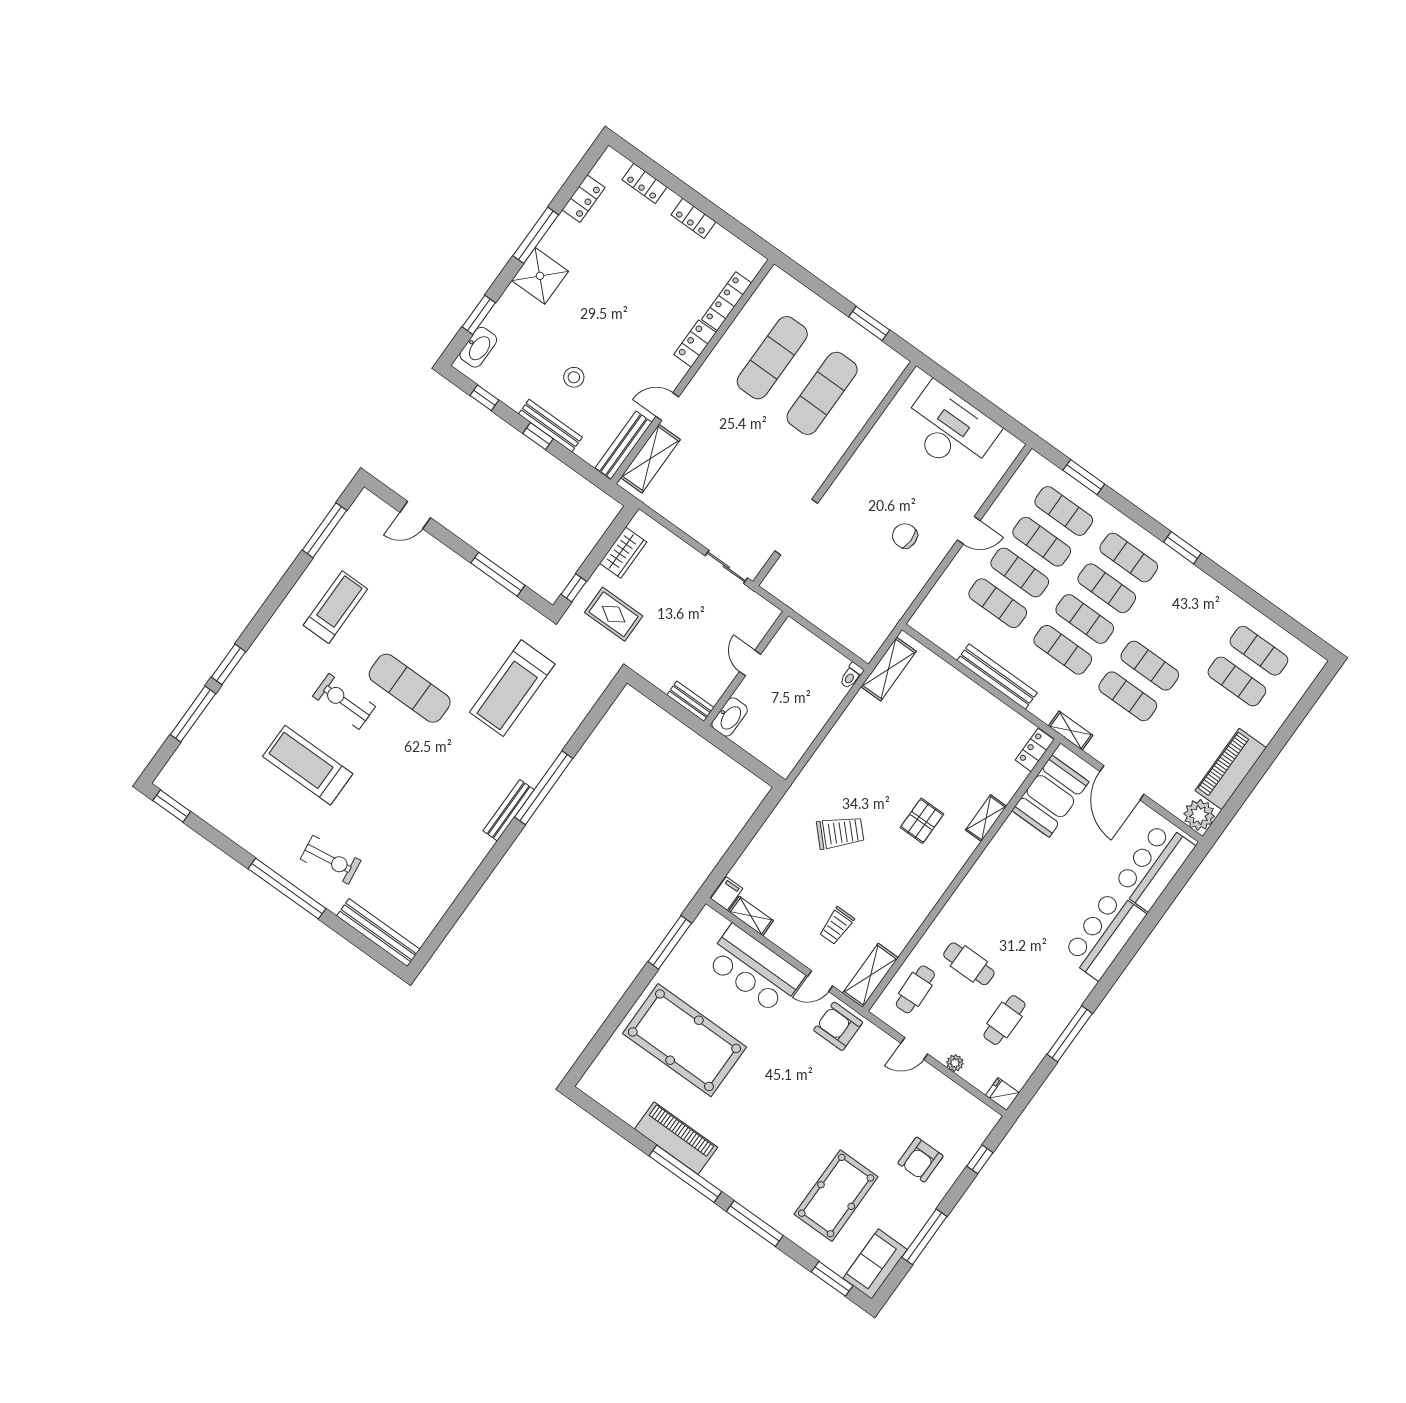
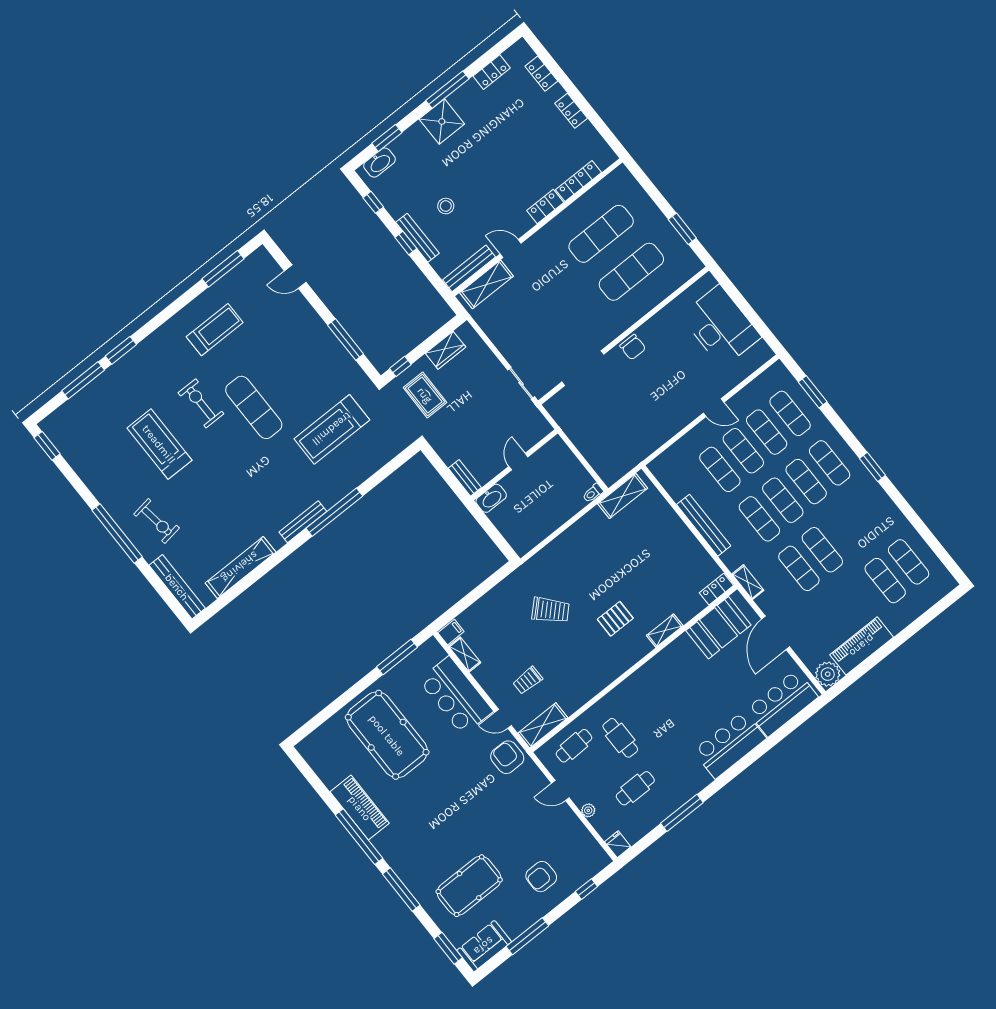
chair: (905, 536) -> (633, 347), moved, turned 180
shelving: (449, 887) -> (240, 567), added

